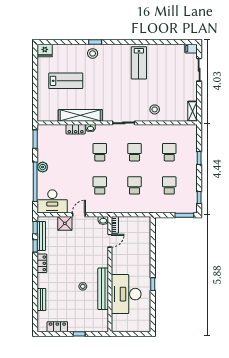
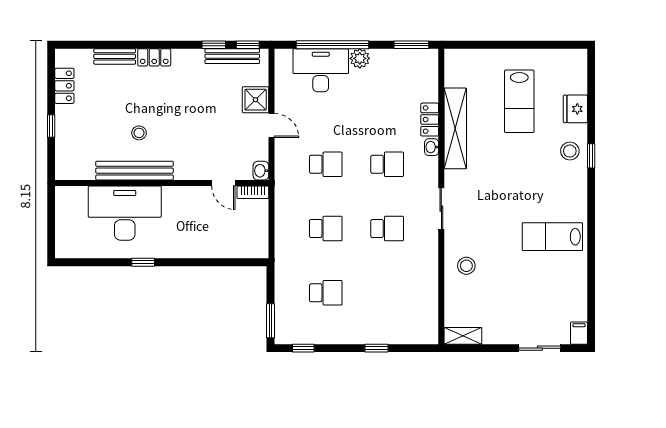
fridge: (45, 50) -> (575, 109), moved
school desk: (169, 152) -> (387, 293), removed
desk: (52, 201) -> (321, 70), moved, turned 90
locker: (42, 263) -> (154, 57), moved

